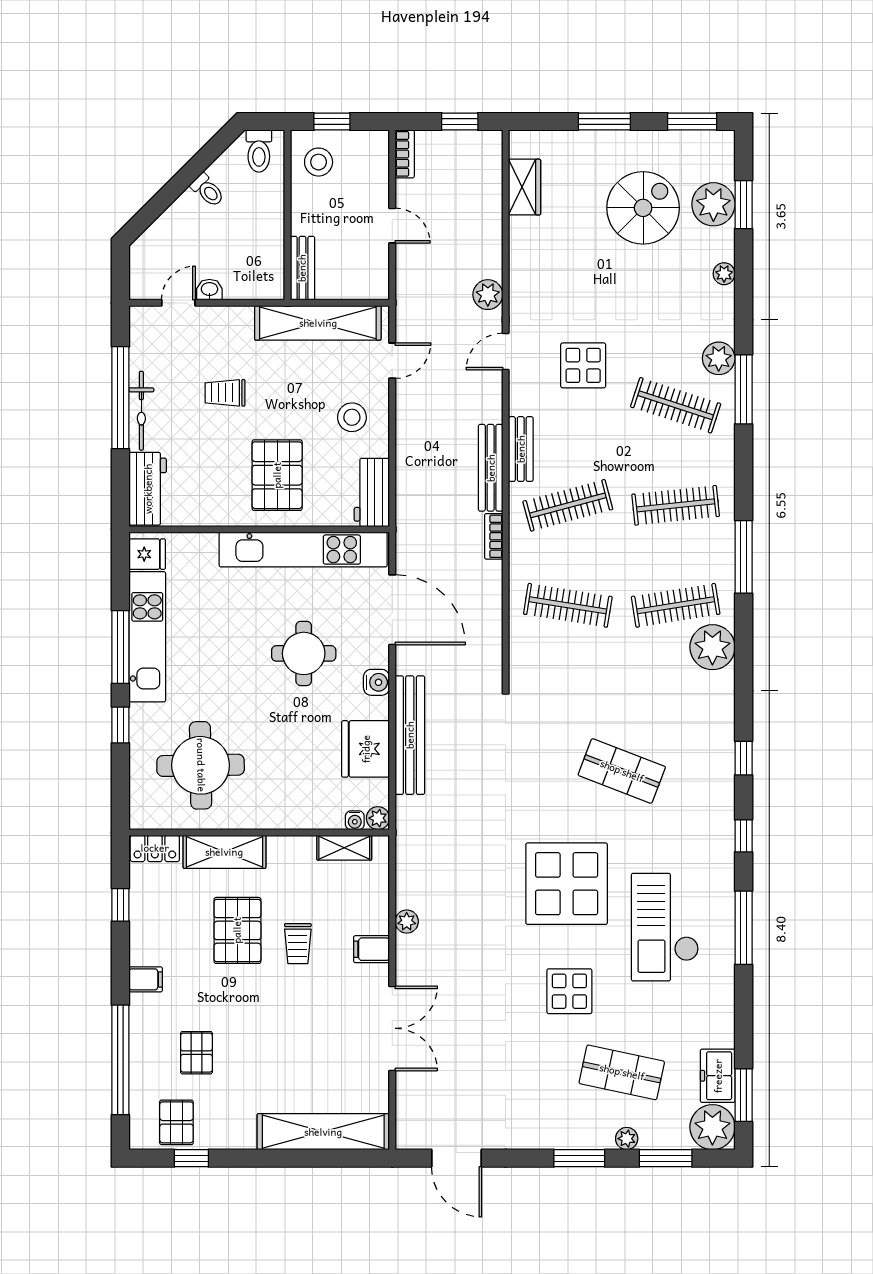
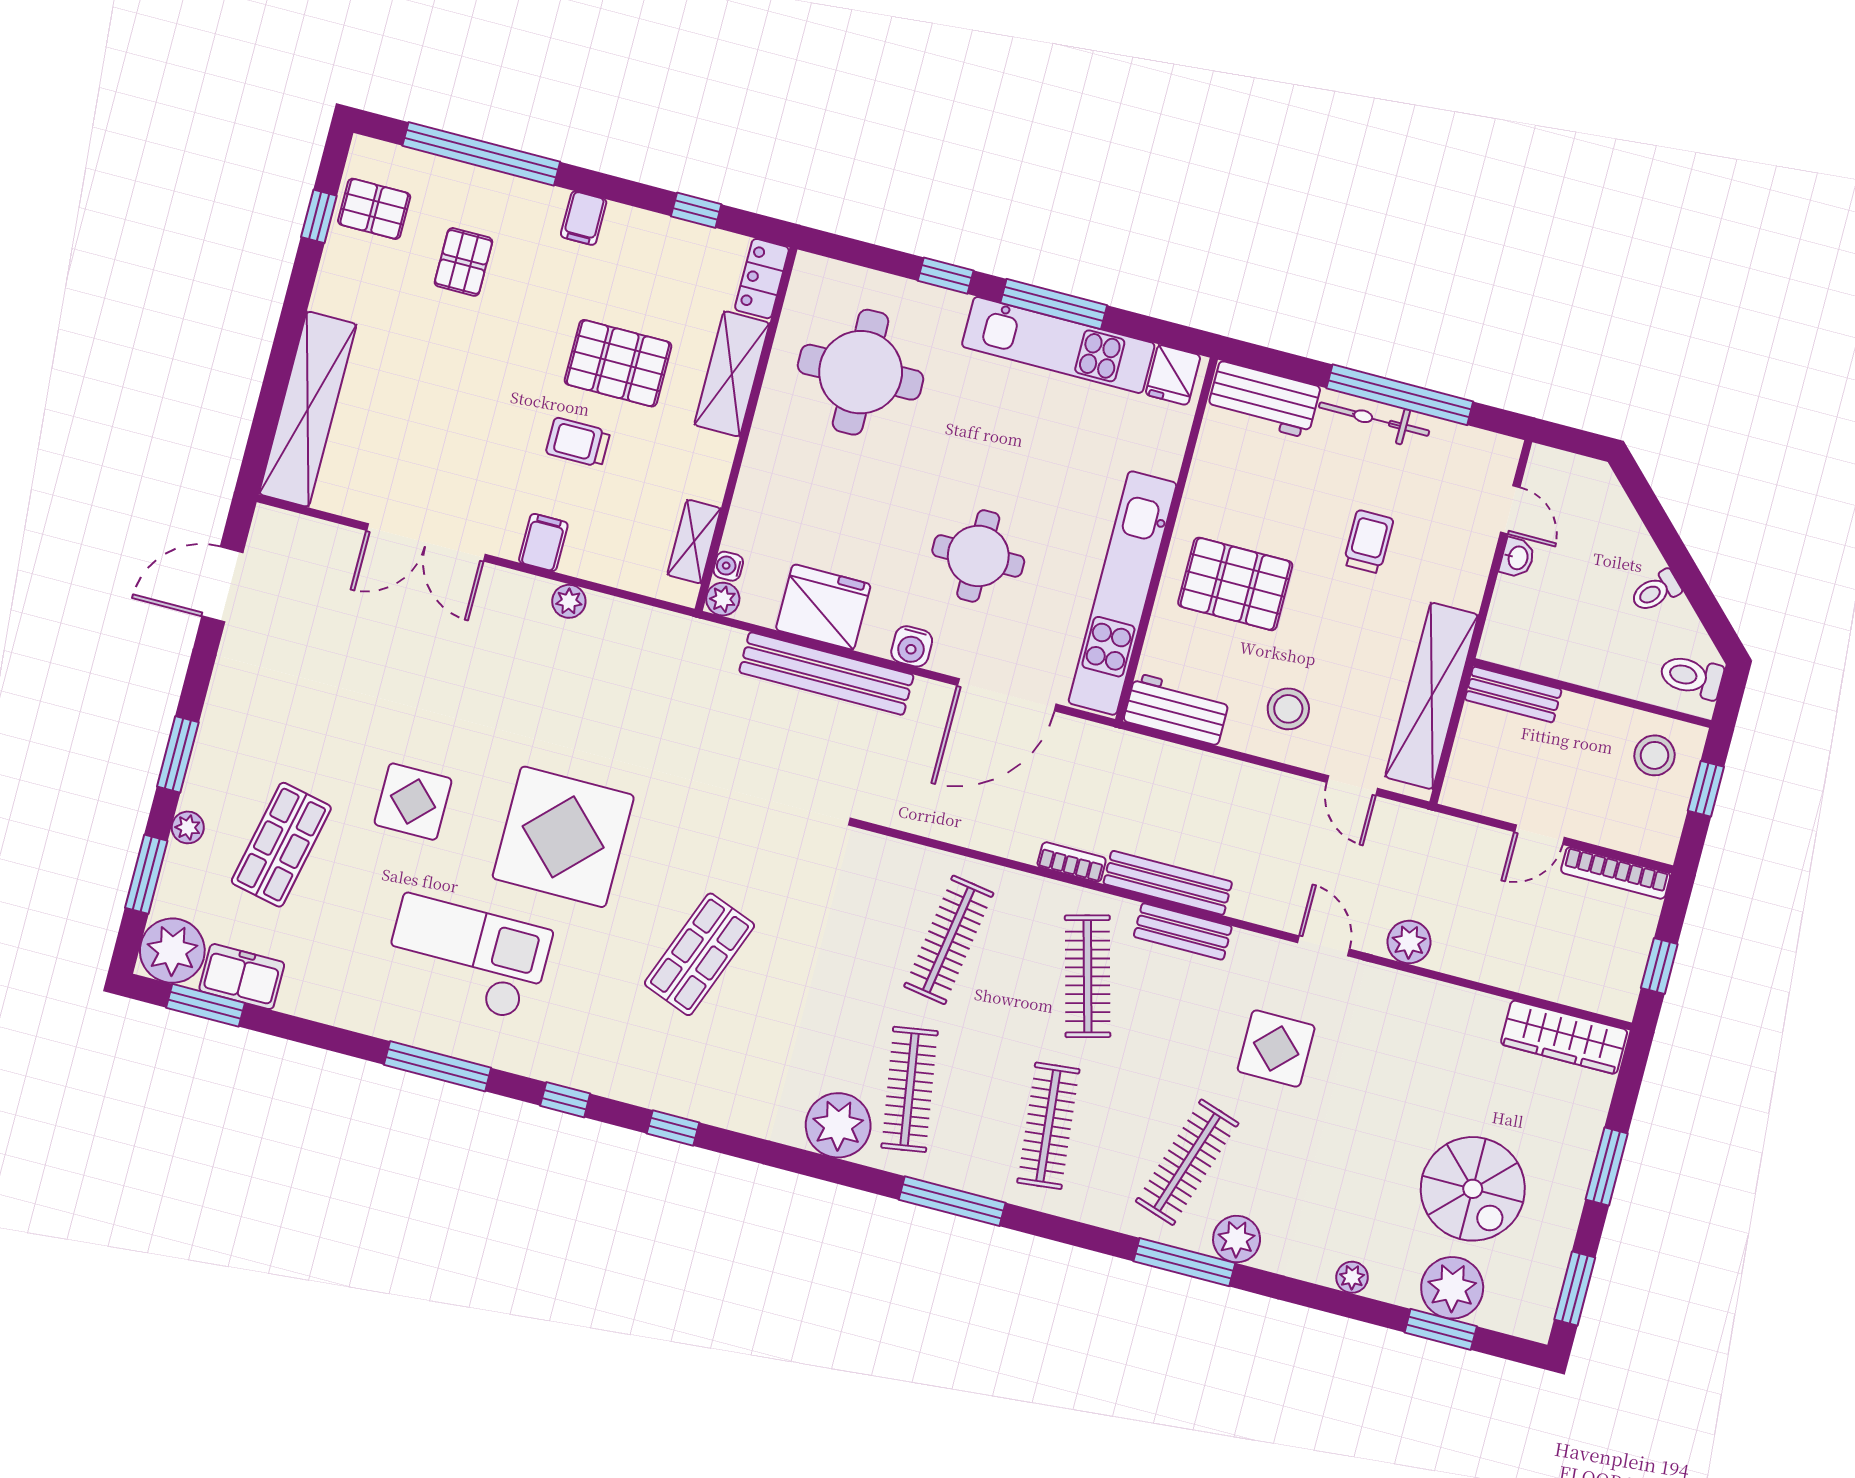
bookcase: (405, 154) -> (1616, 873), width x1.56
wardrobe: (525, 187) -> (1564, 1037), width x1.50
pallet: (196, 1053) -> (463, 262), turned 90

